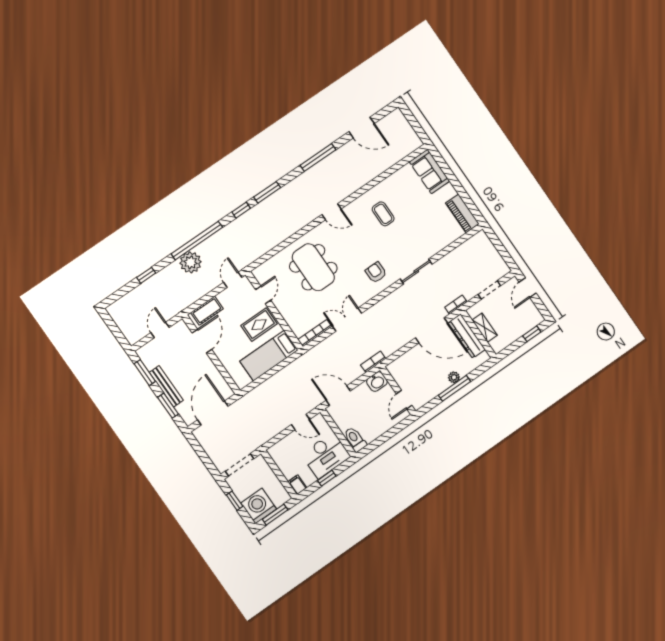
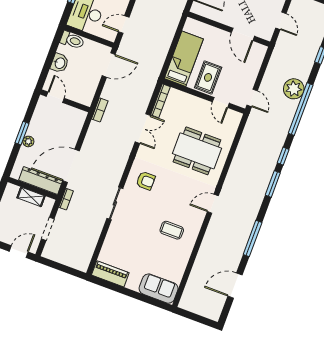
door: (528, 288) -> (19, 252), hinge flipped
cot: (207, 311) -> (255, 60), removed
washbasin: (377, 382) -> (60, 63), moved, turned 180
window: (454, 388) -> (22, 133), width x0.69

